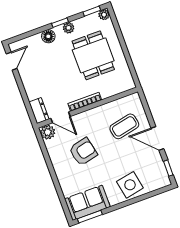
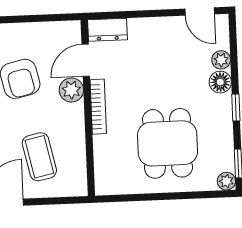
plant: (68, 28) -> (221, 60), moved
dining table: (93, 55) -> (168, 143), turned 90
plant: (48, 132) -> (71, 90), moved

